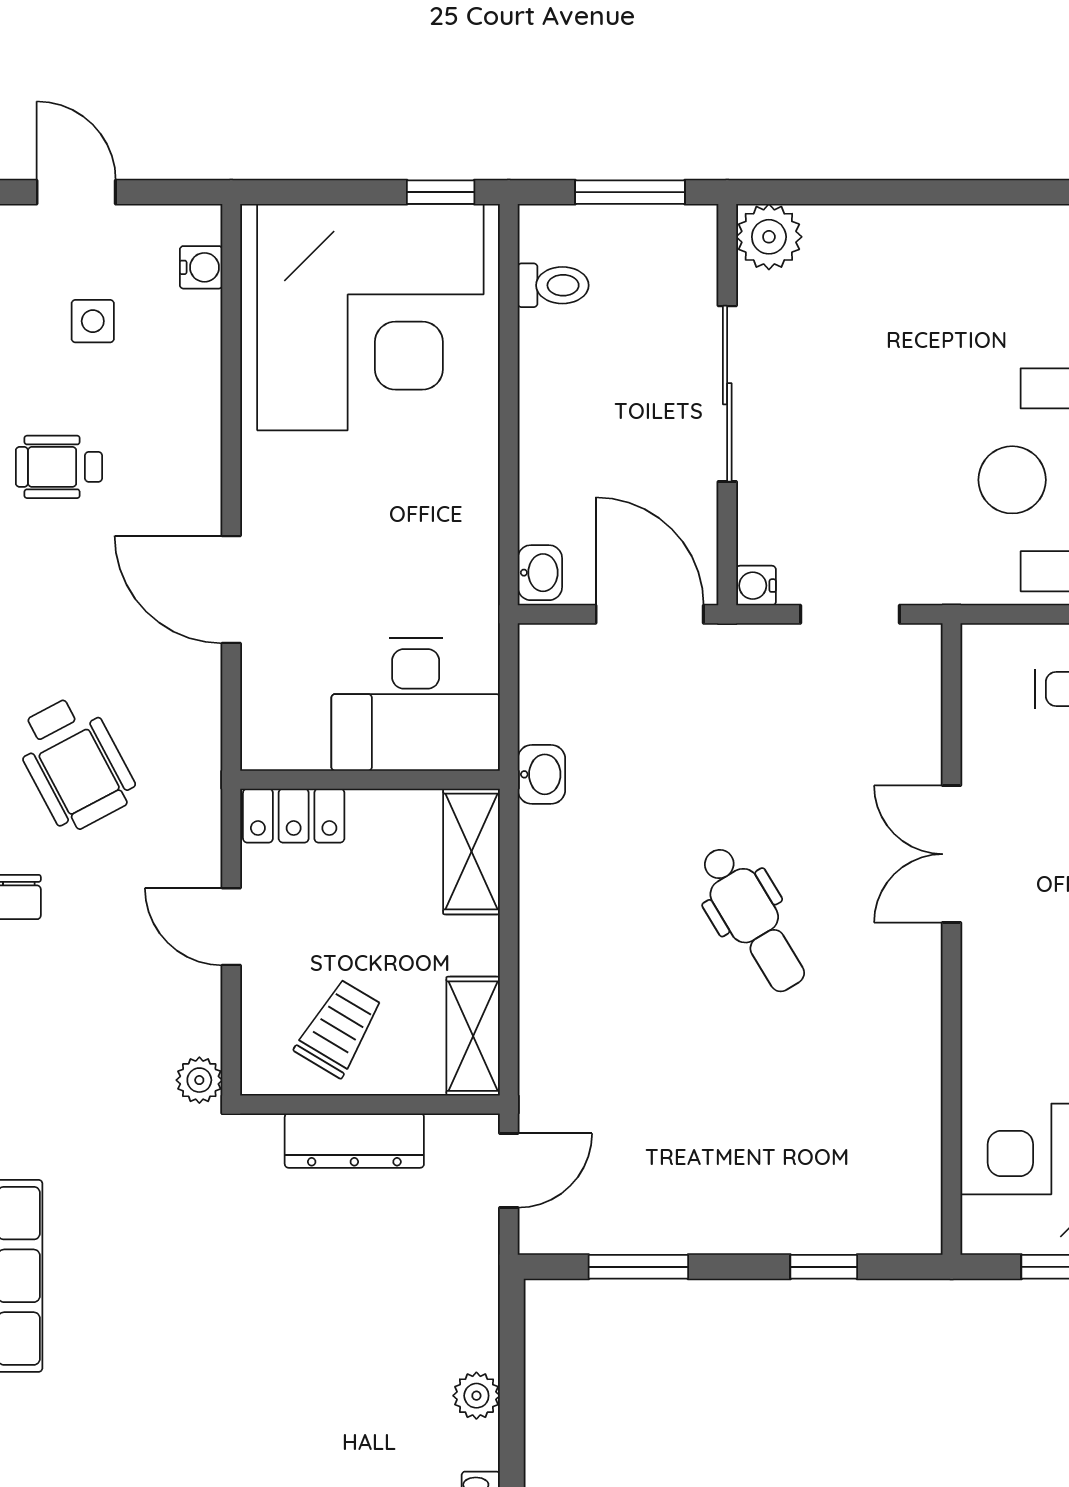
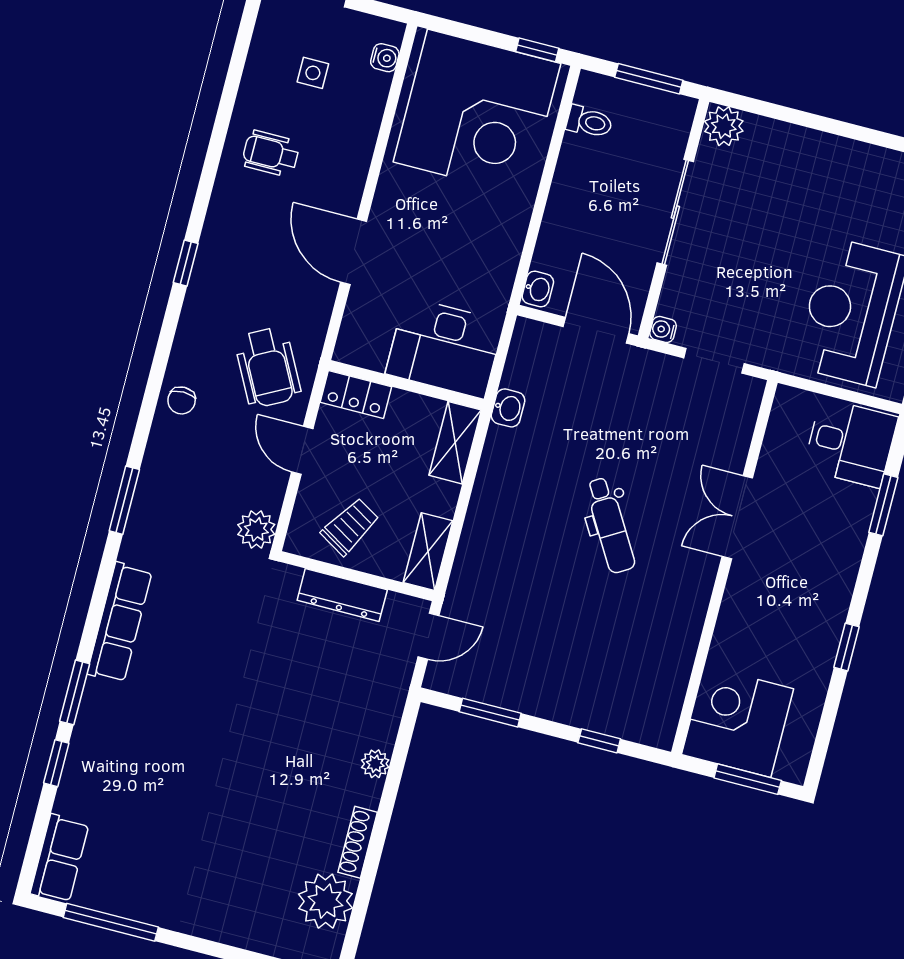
wheelchair: (74, 763) -> (268, 367), moved
plant: (199, 1080) -> (256, 529), width x1.38, depth x1.38

